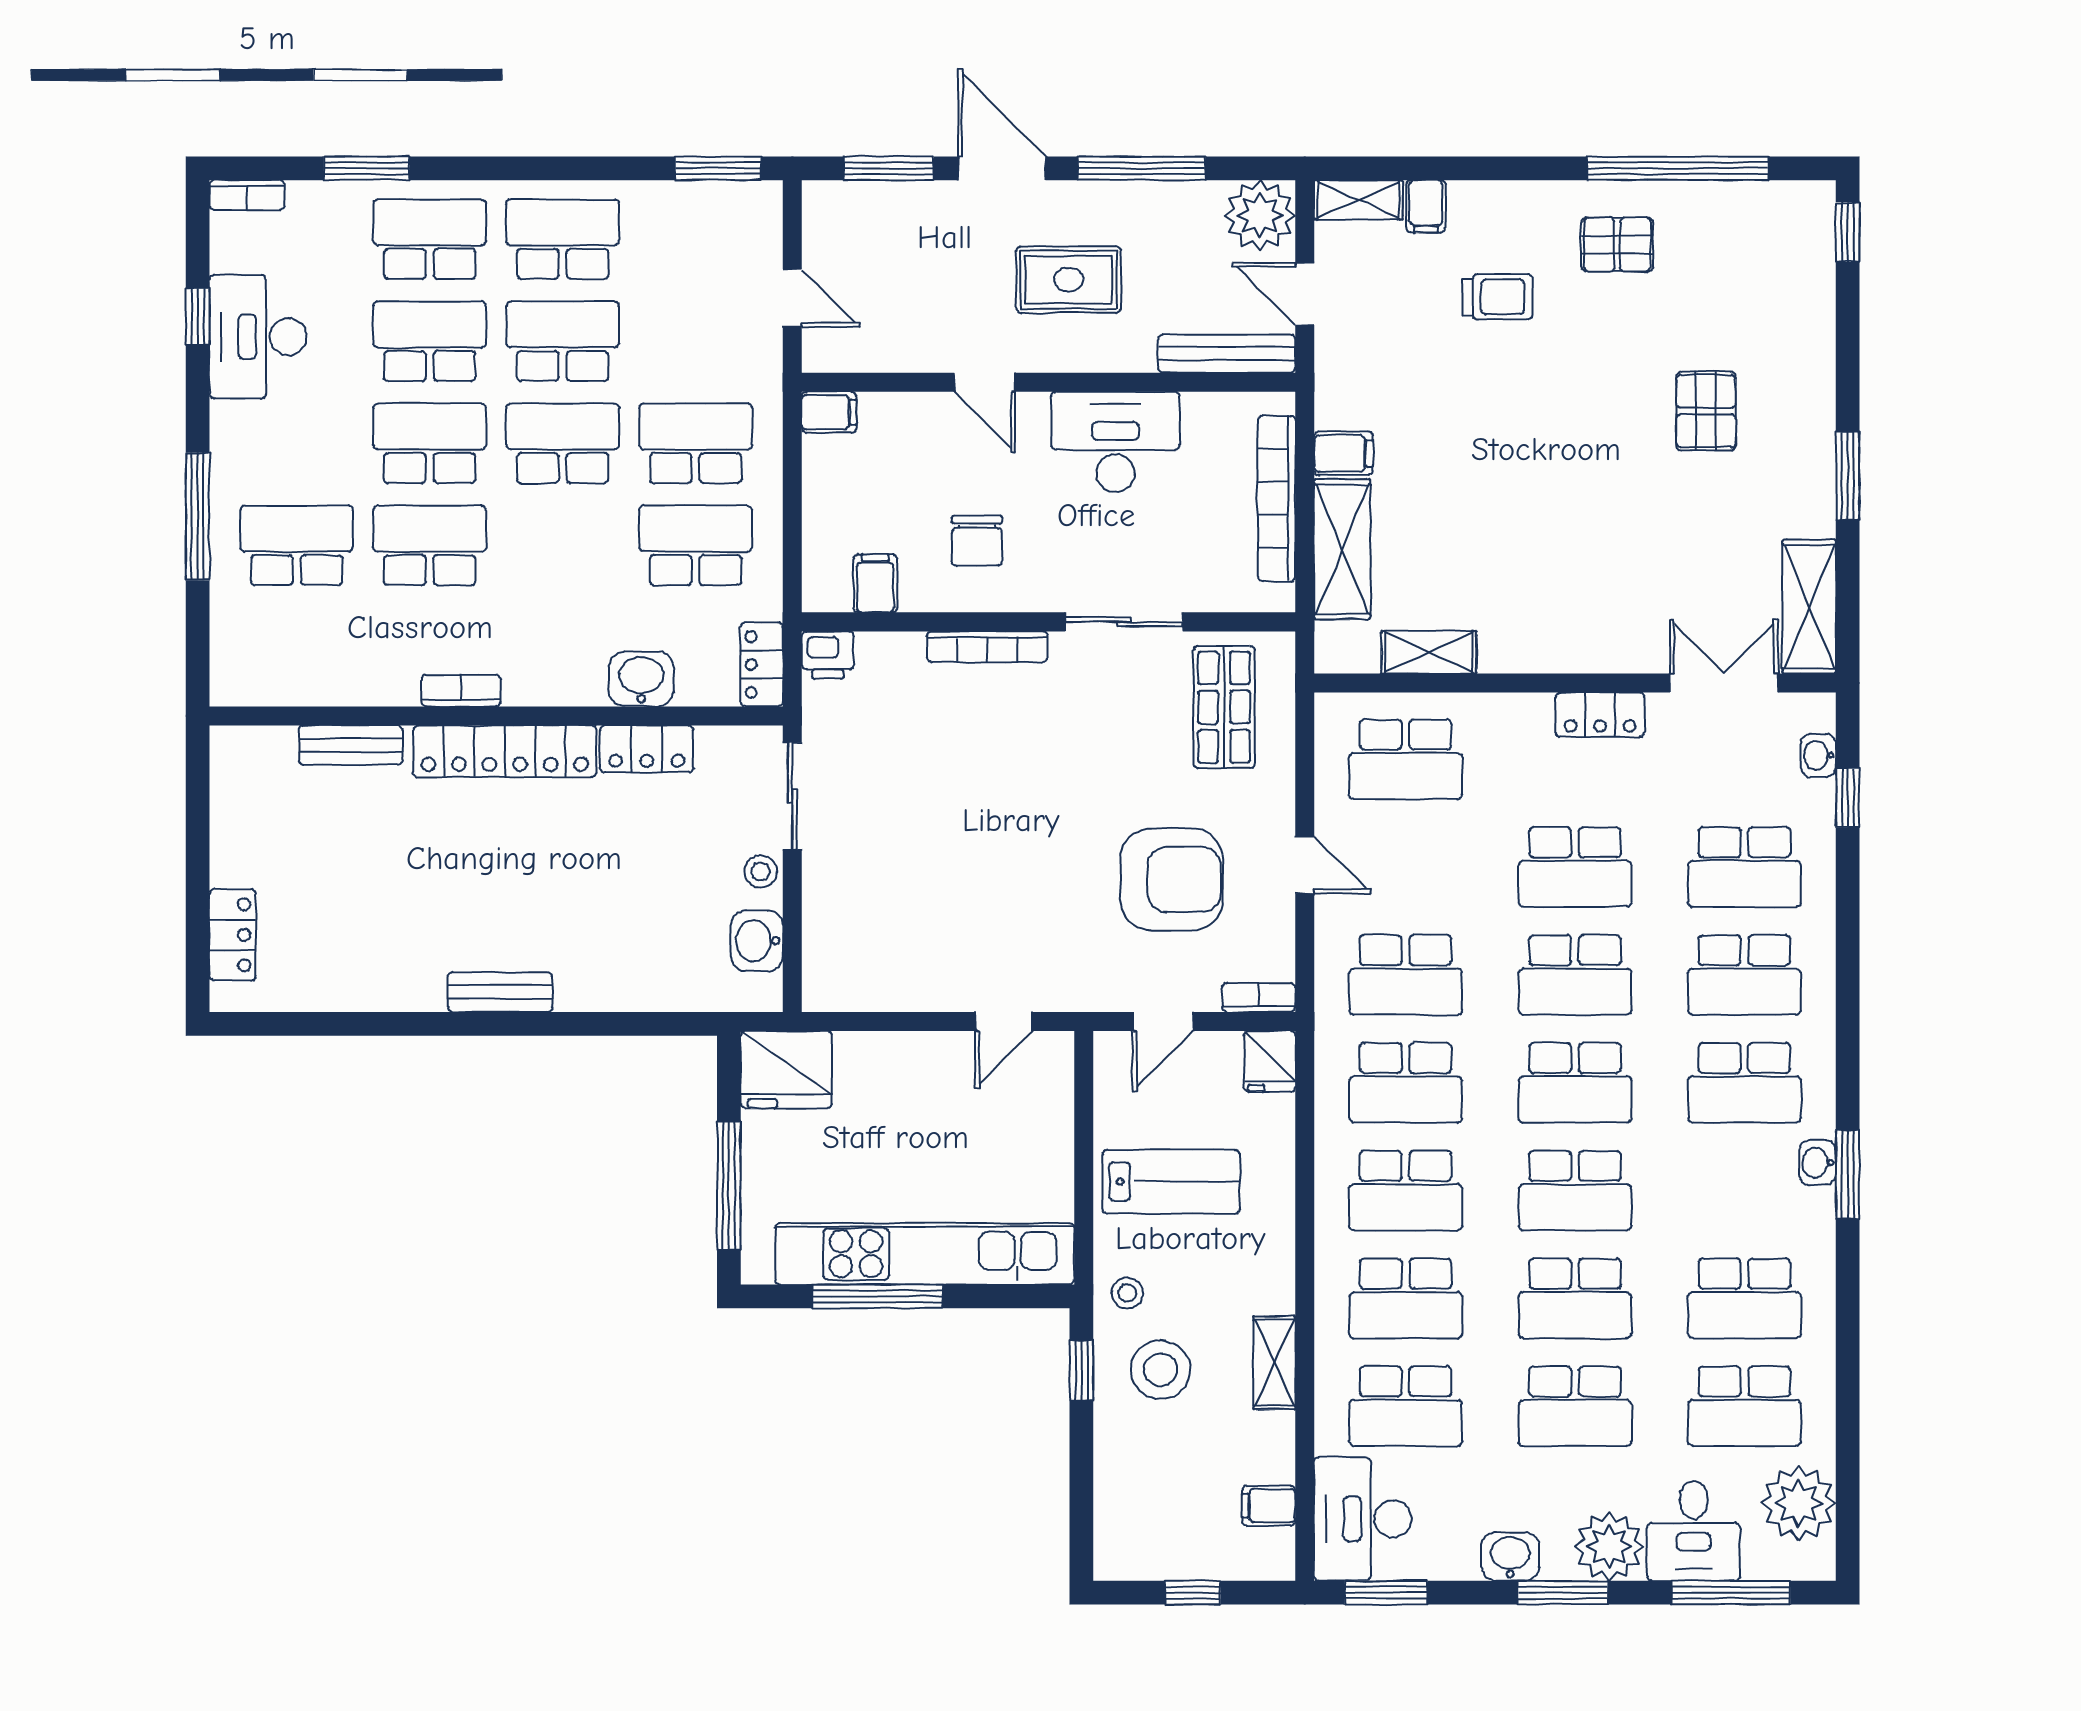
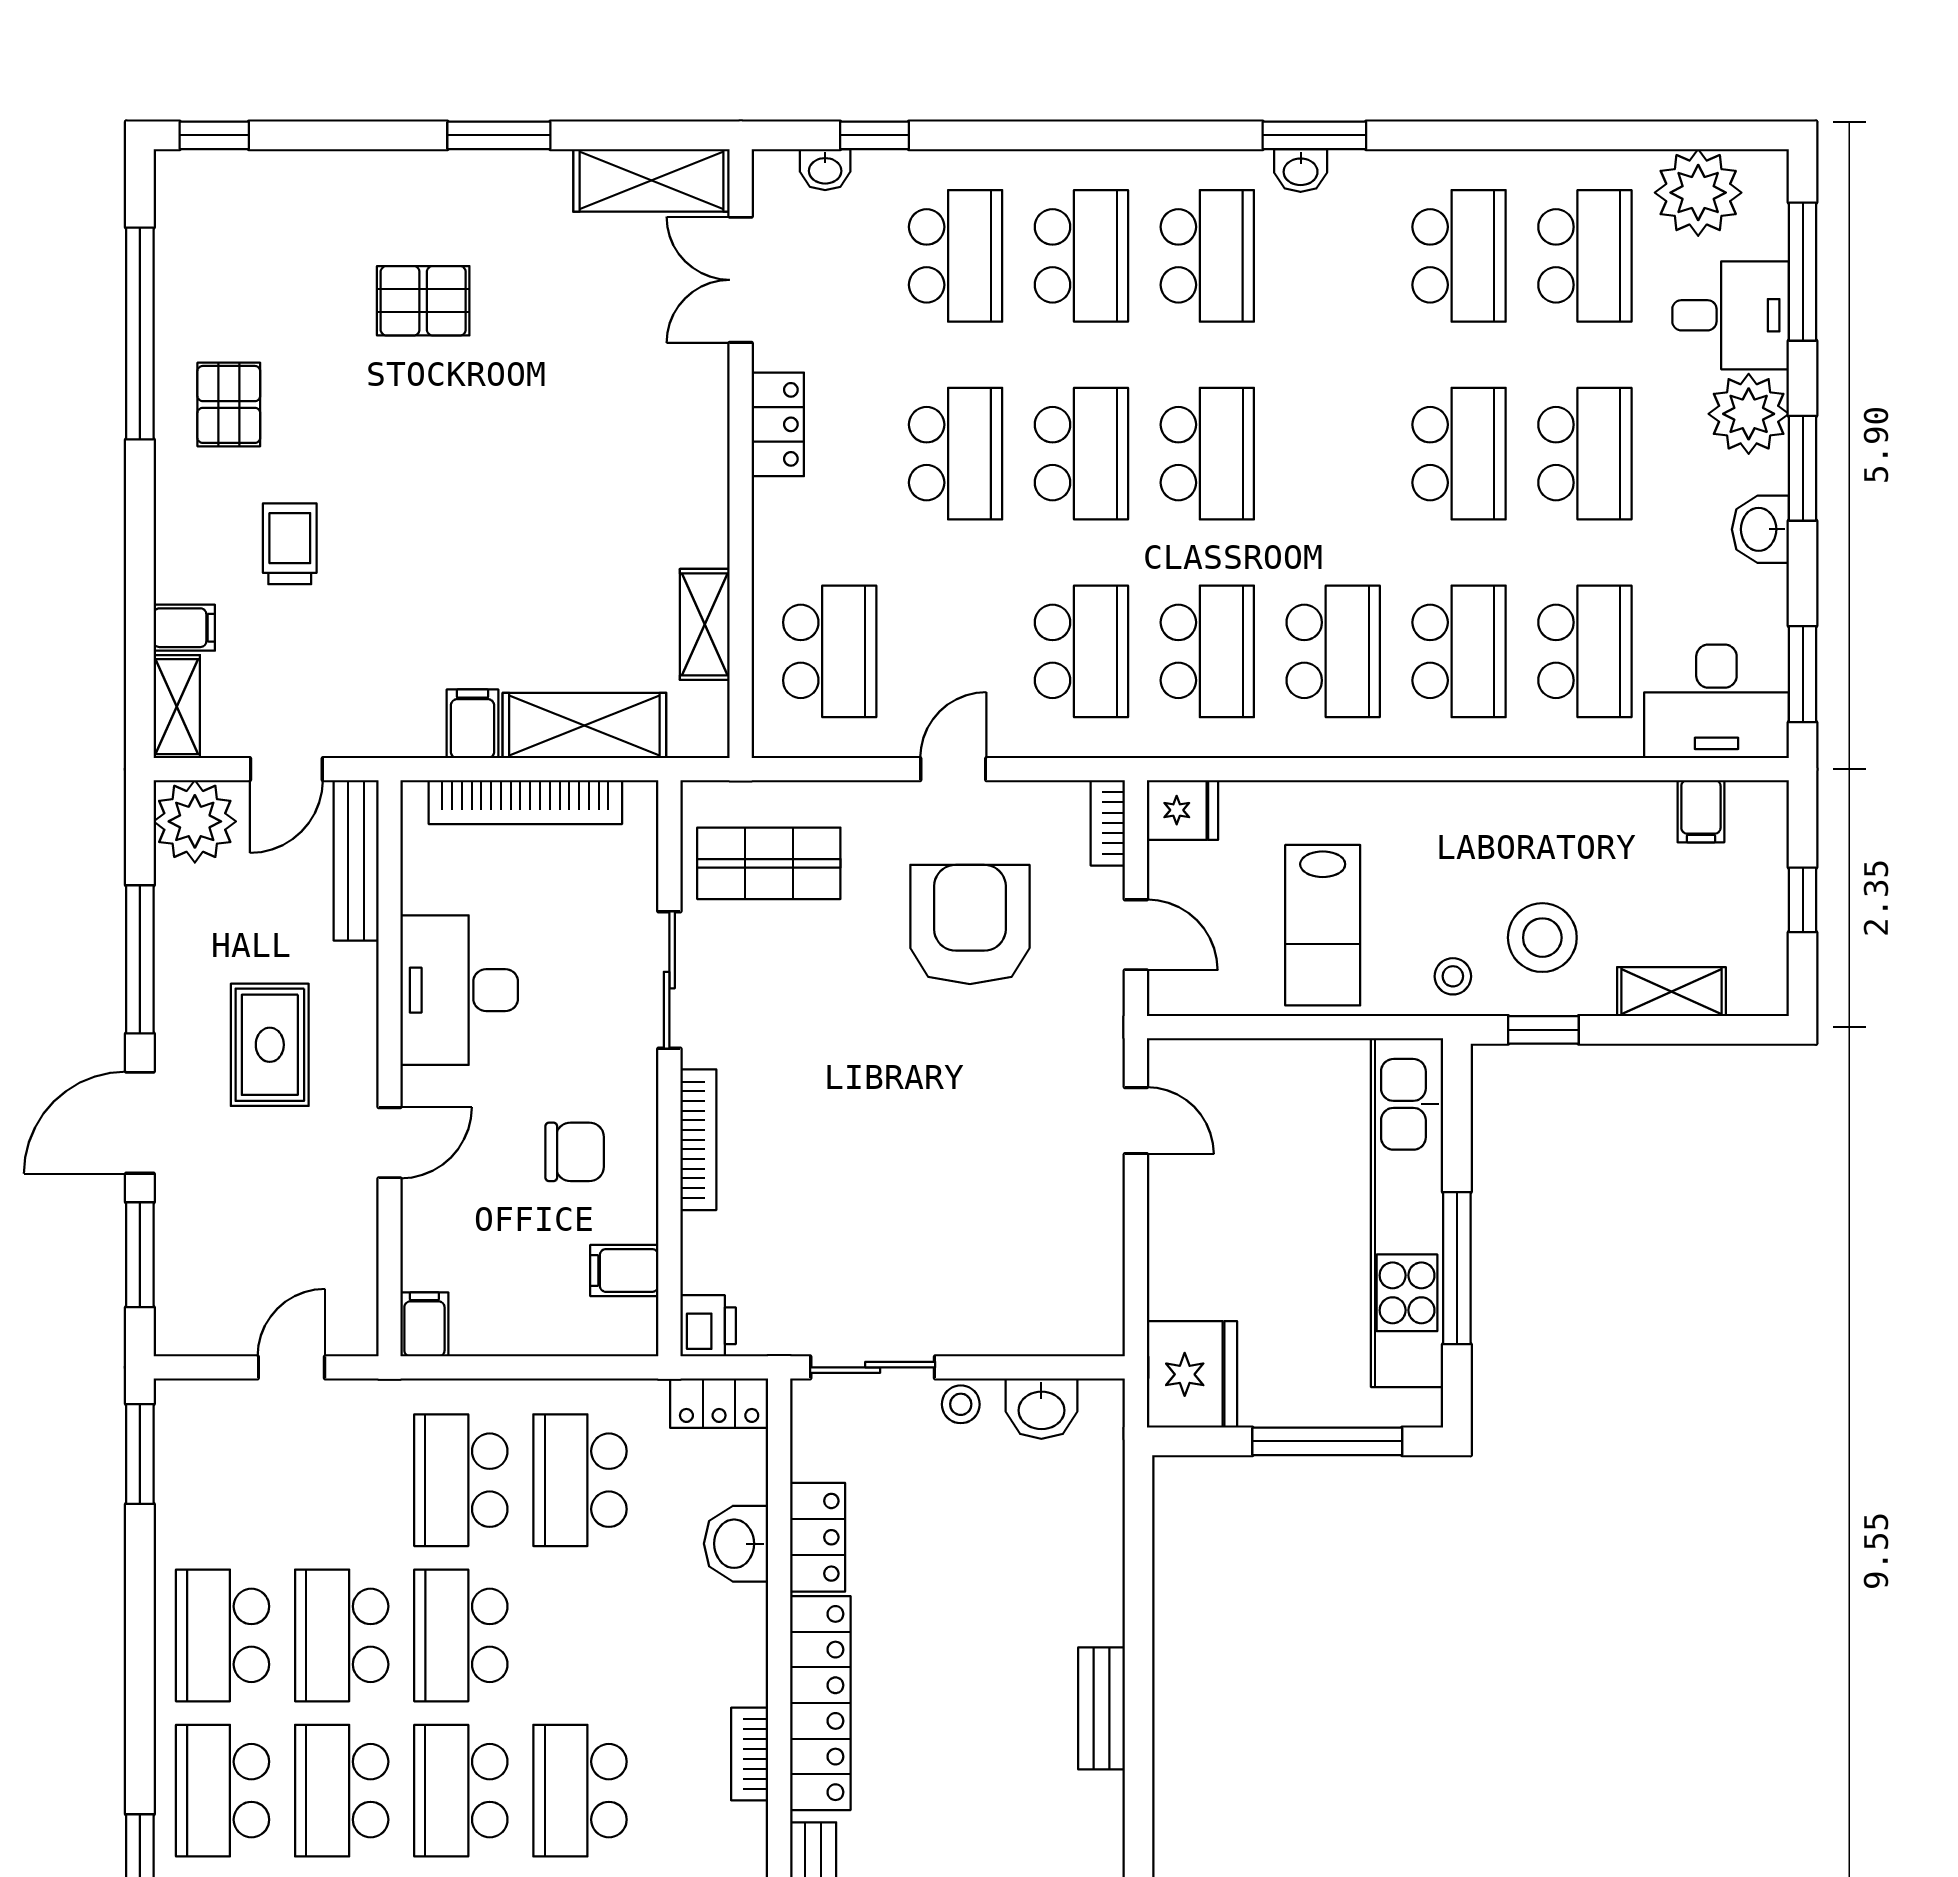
lab bench: (1171, 1182) -> (1323, 925), turned 180
school desk: (1575, 1191) -> (1333, 454), removed
shelving: (1274, 1363) -> (1671, 992), moved

